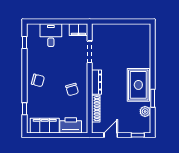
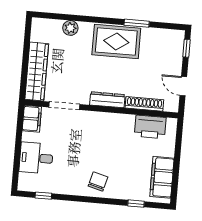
wardrobe: (112, 30) -> (37, 71), added
chair: (72, 89) -> (115, 135), removed
plant: (145, 111) -> (70, 28), moved
printer: (71, 125) -> (150, 127), moved, turned -90

